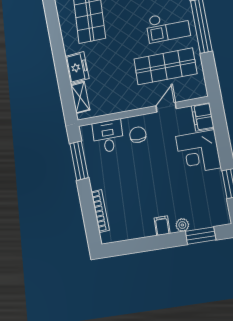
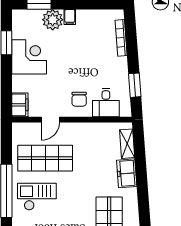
corner desk: (198, 152) -> (29, 57), moved
window: (79, 161) -> (135, 85), width x0.69
plant: (182, 225) -> (53, 20), width x1.87, depth x1.87

